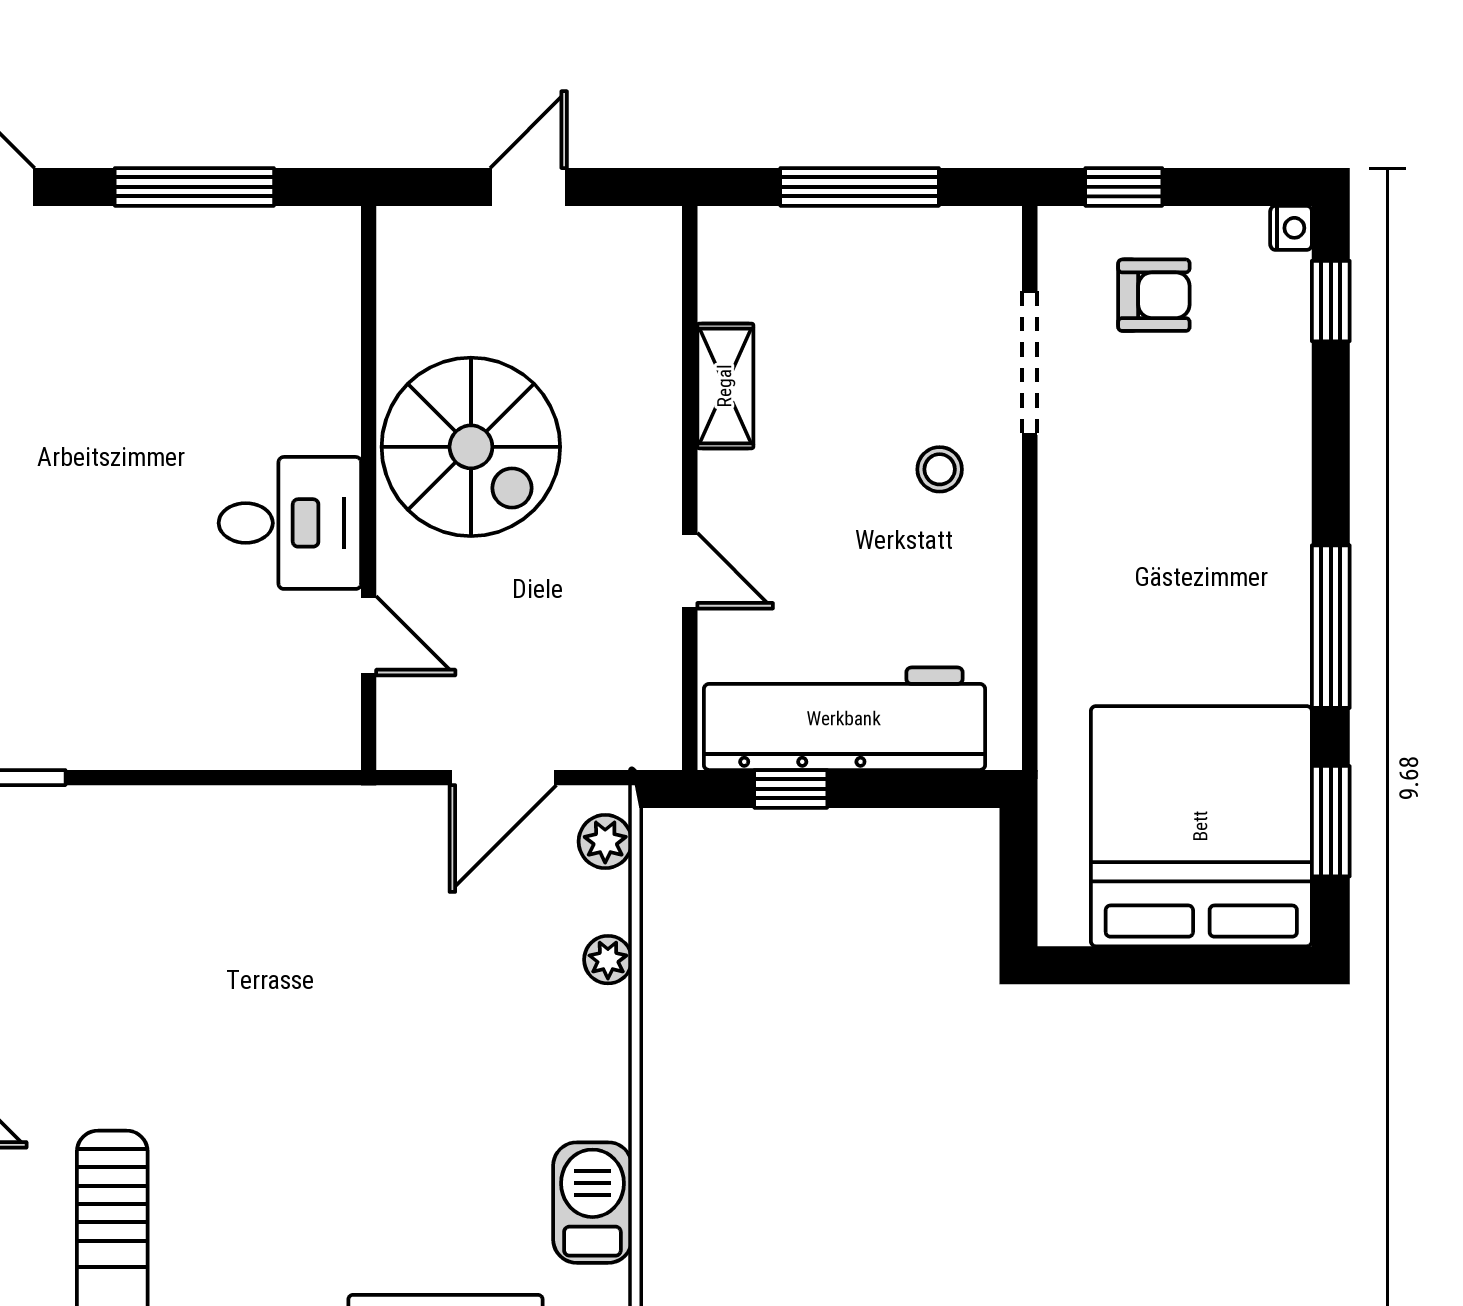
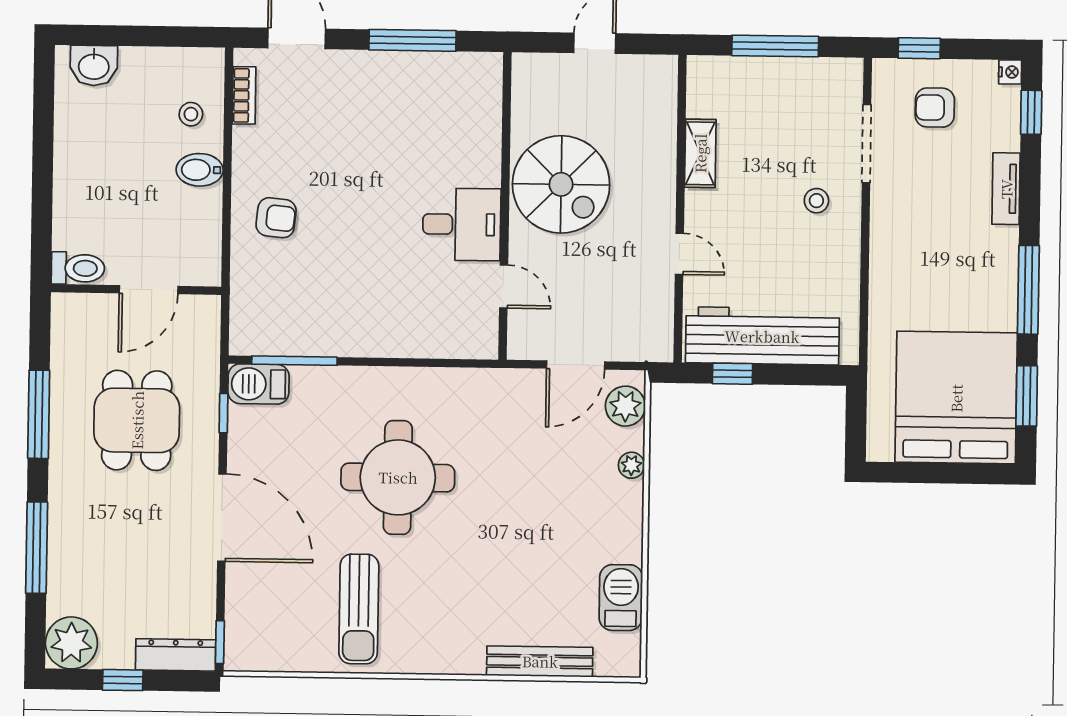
armchair: (1154, 295) -> (935, 108), turned 180
tv unit: (1287, 442) -> (1006, 189), added
plant: (605, 841) -> (625, 406), width x1.38, depth x1.38
round table: (180, 989) -> (398, 477), added

